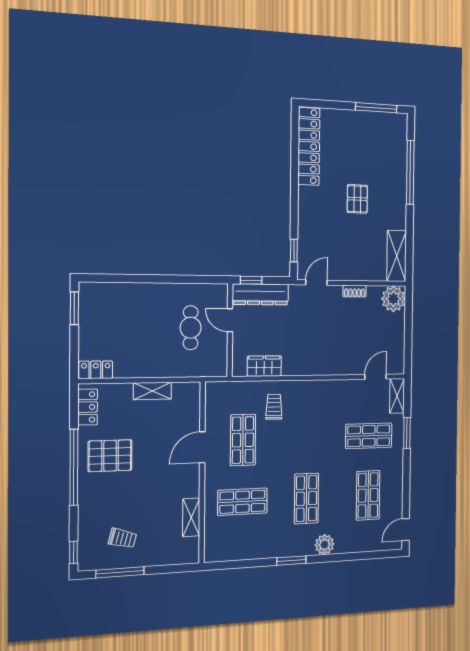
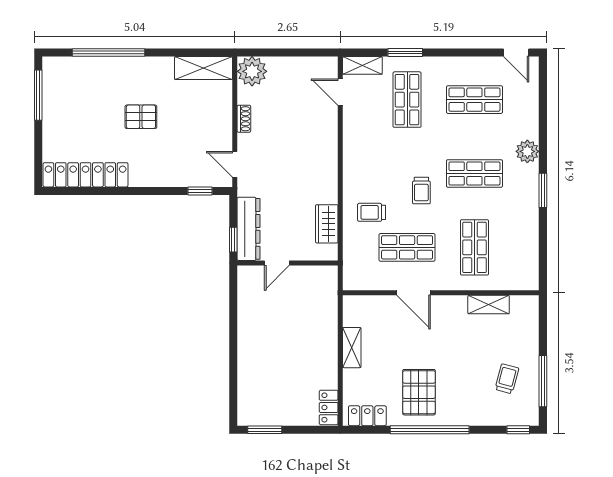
cafe table: (191, 328) -> (285, 307), removed
trolley: (292, 451) -> (421, 191), added

